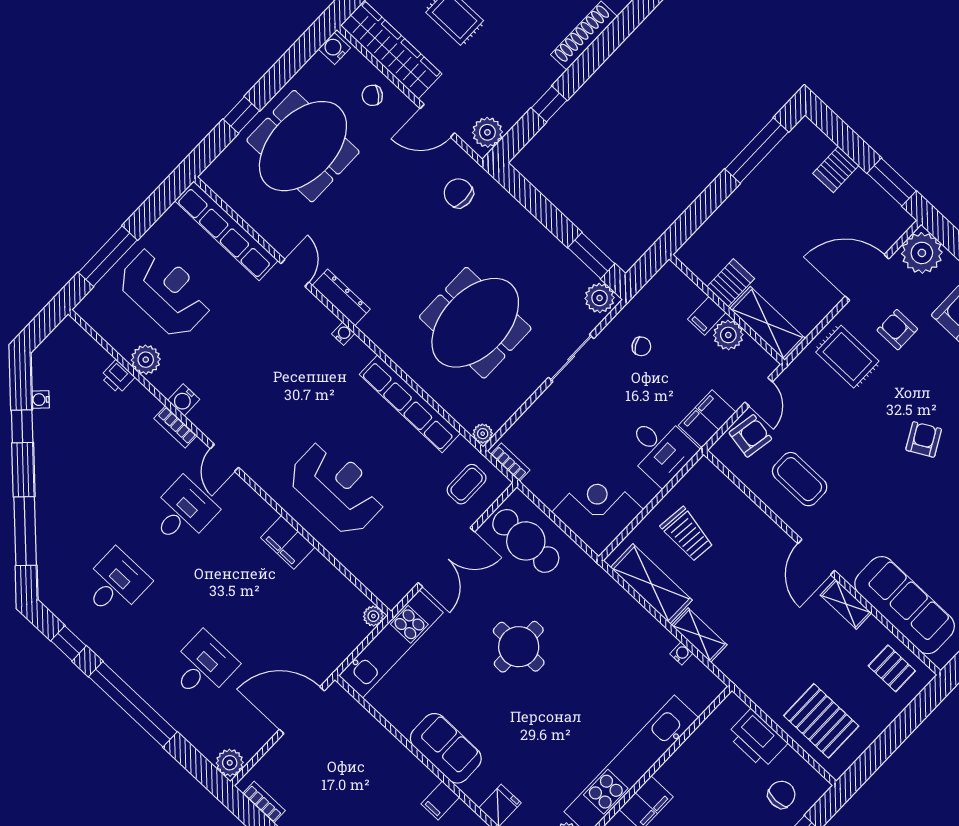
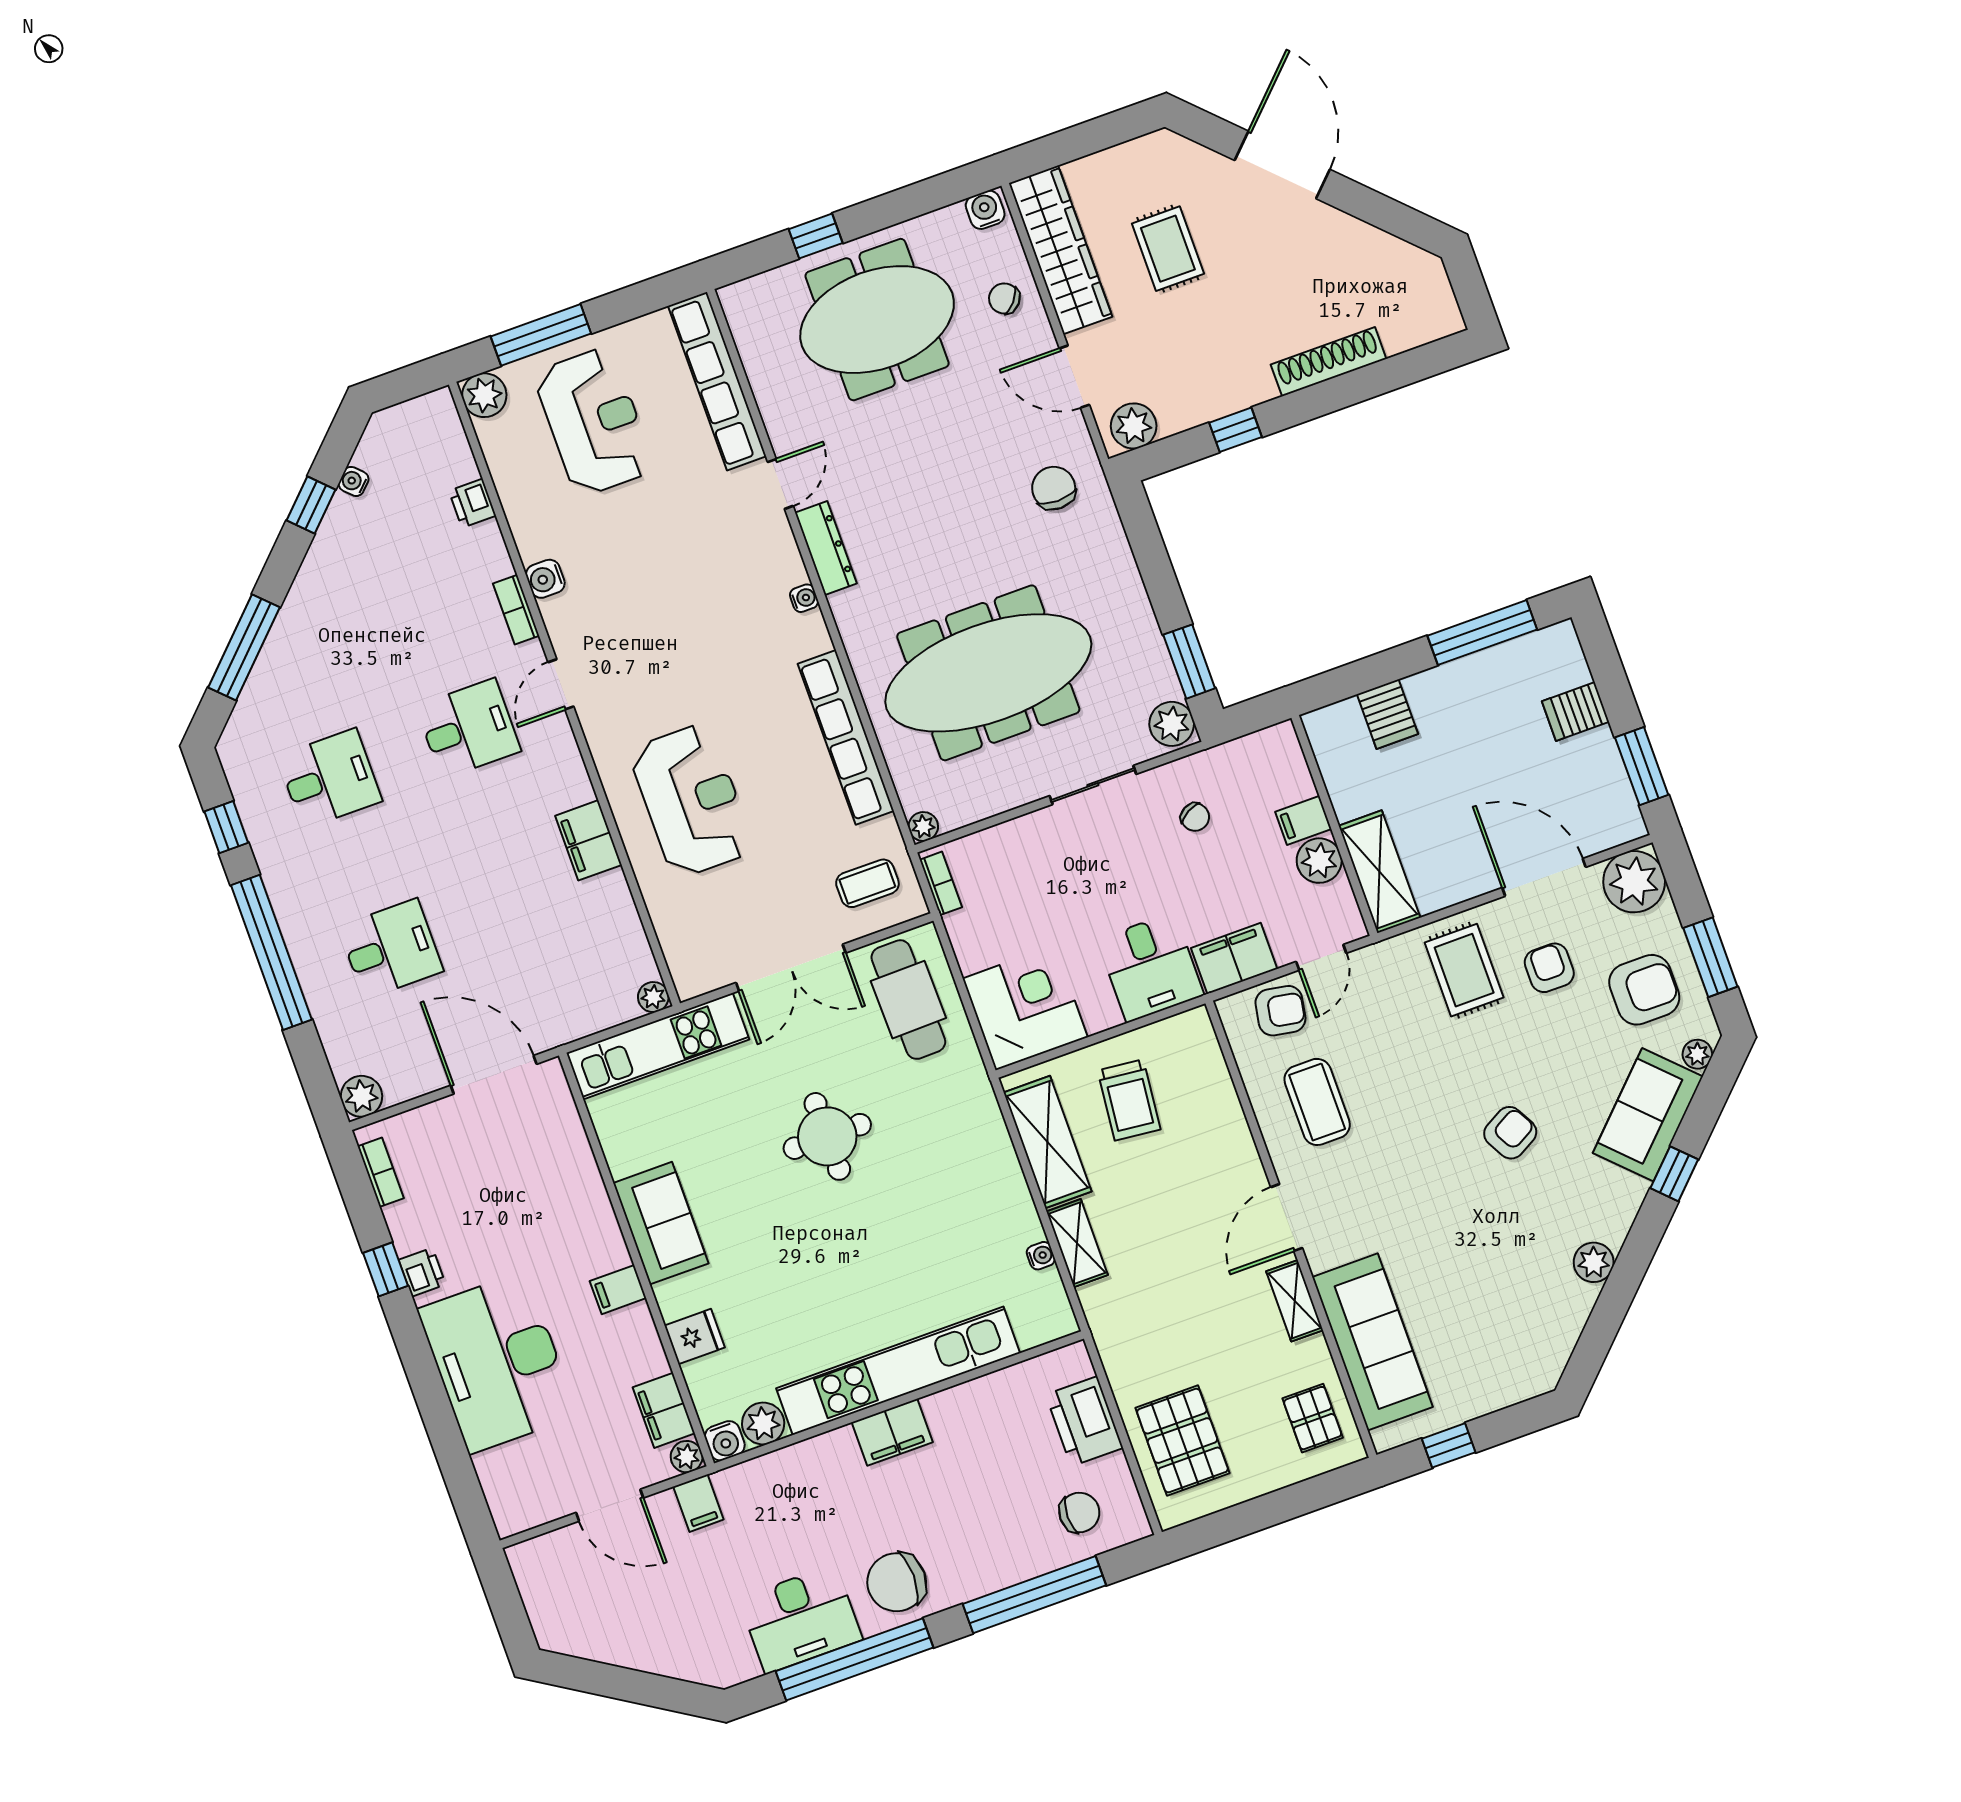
server rack: (731, 283) -> (1388, 714), moved, turned 90
meeting table: (475, 323) -> (988, 673), width x1.36
plant: (146, 360) -> (484, 395), moved

